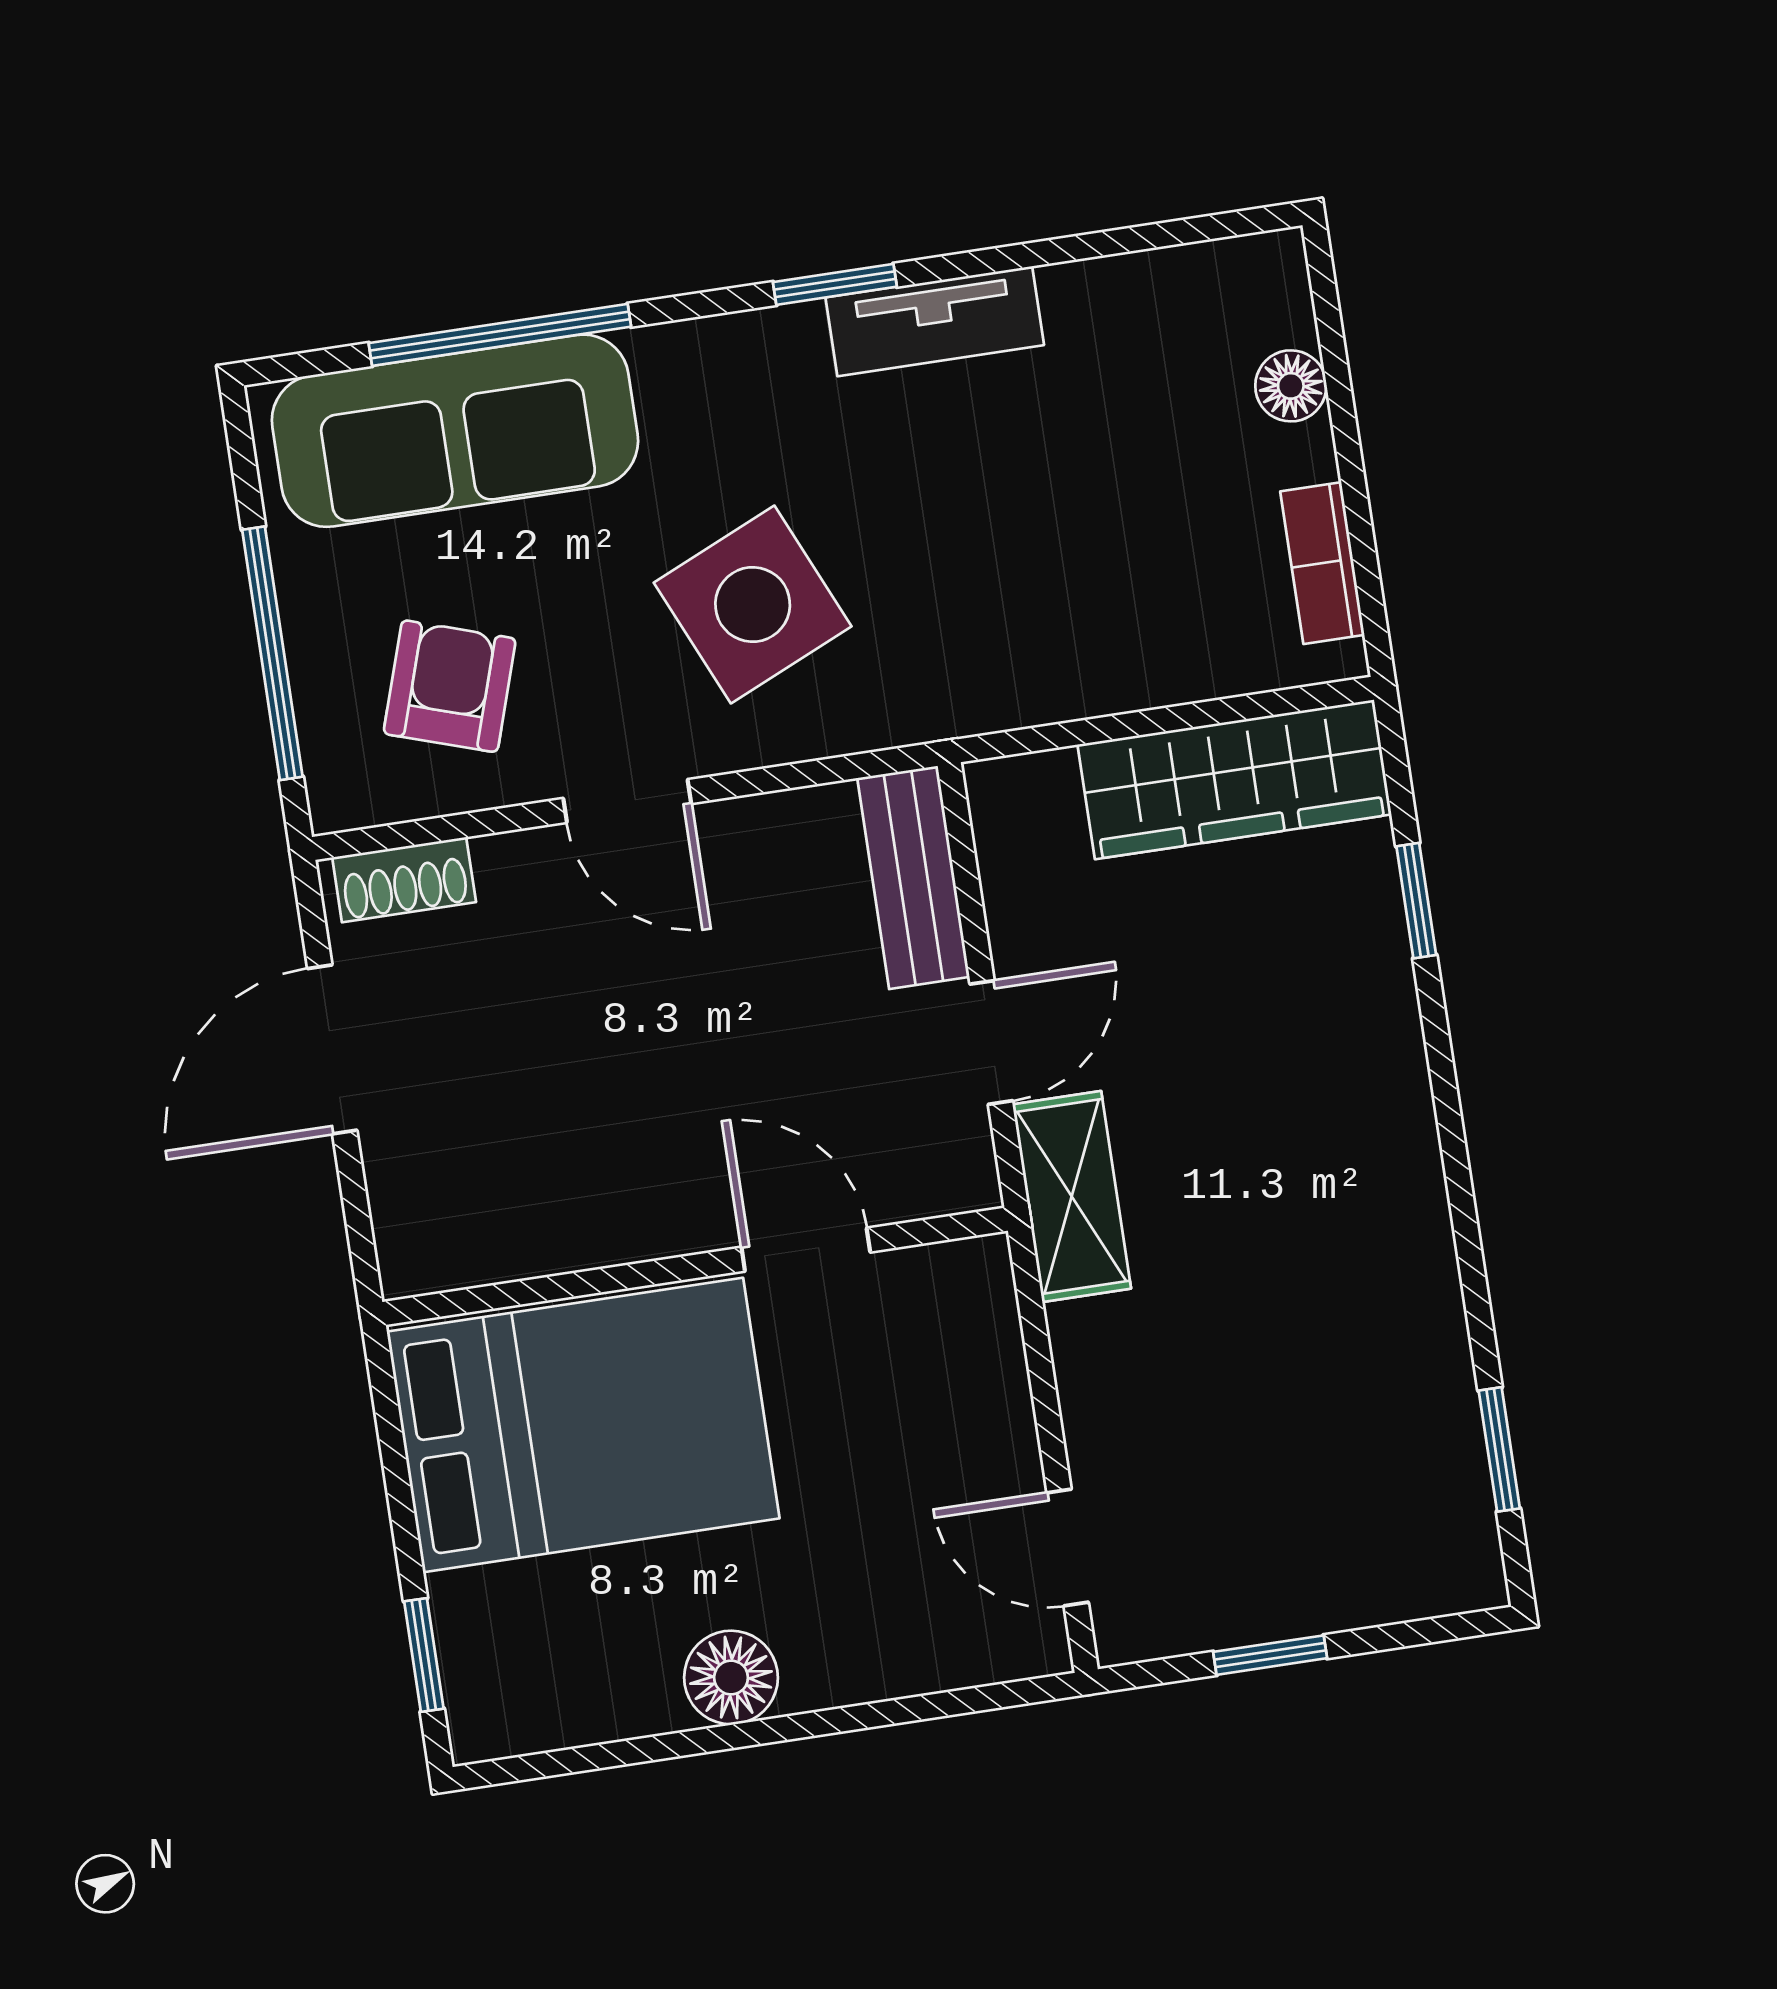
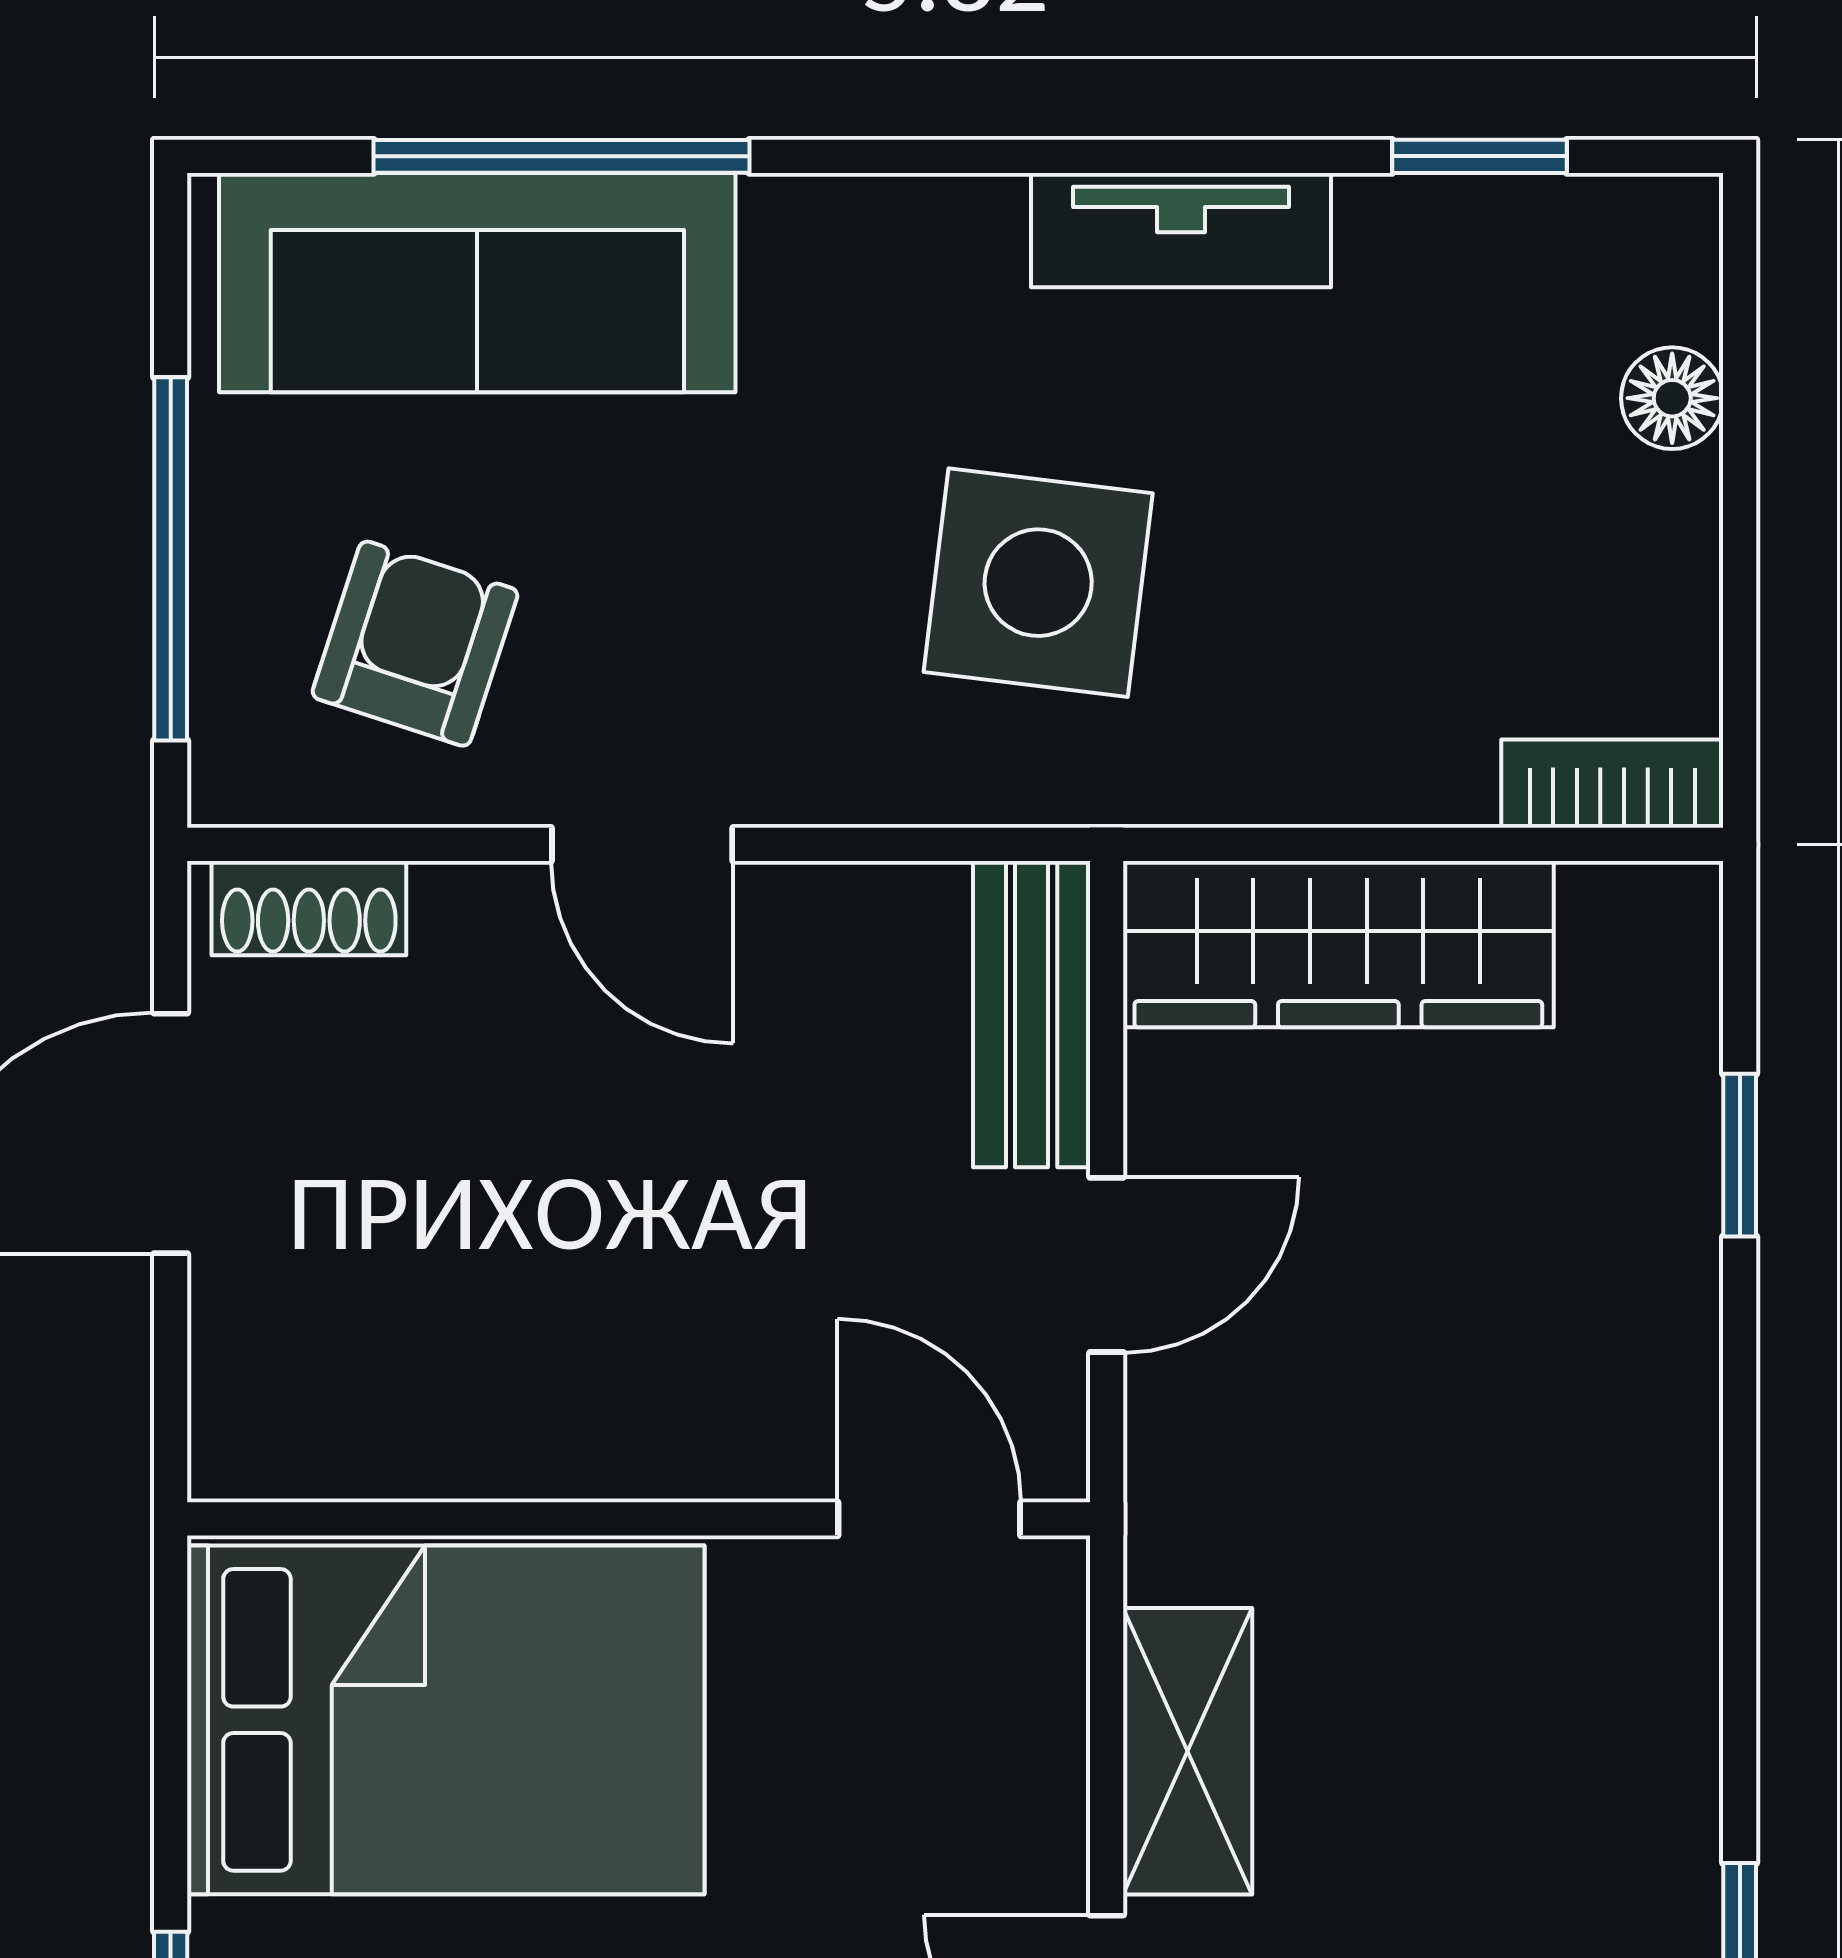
window: (835, 284) -> (1480, 156), moved
bookcase: (1322, 563) -> (1612, 784), moved, turned 90
side table: (753, 604) -> (1038, 583), moved, turned 31
wardrobe: (1235, 780) -> (1338, 944), moved
shelving: (1072, 1196) -> (1188, 1751), moved
door: (806, 1250) -> (929, 1519), moved

